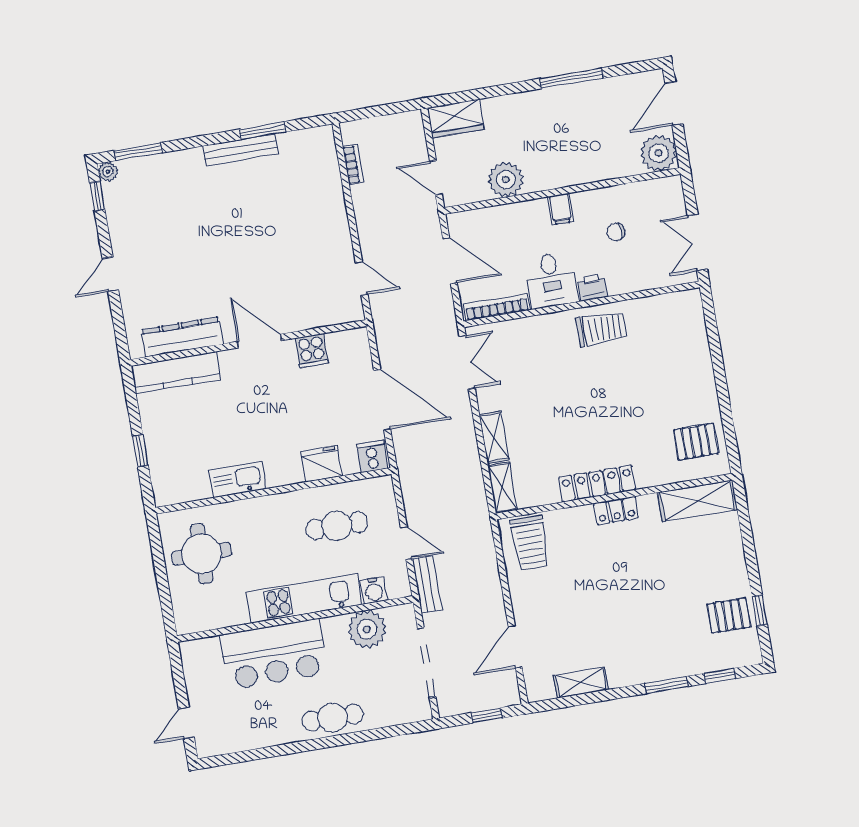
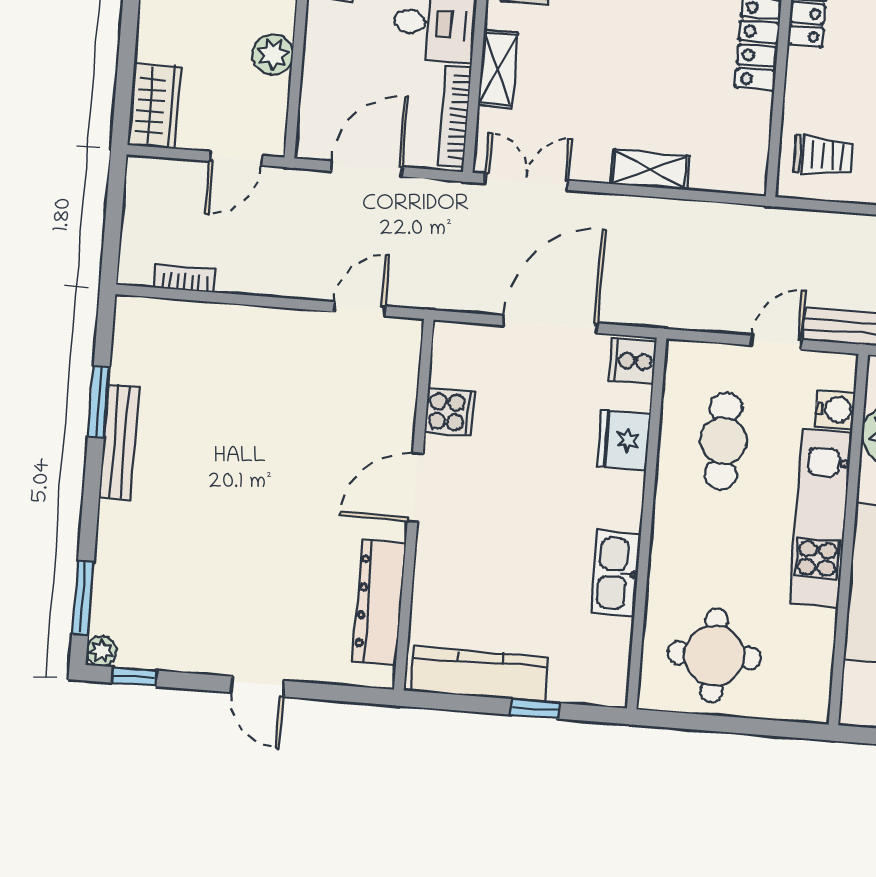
plant: (506, 180) -> (273, 54), width x0.73, depth x0.73
kitchen counter: (176, 373) -> (479, 674), moved, turned -90
shelving: (502, 488) -> (498, 69), moved, turned 90
trolley: (530, 543) -> (823, 156), width x0.73, depth x0.72

